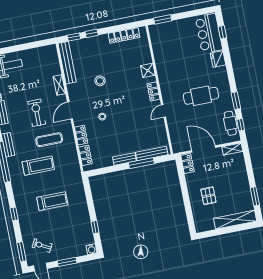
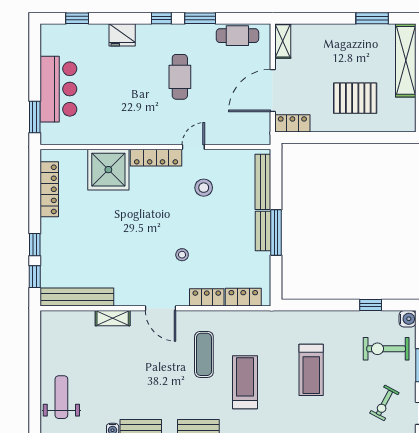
bar counter: (209, 33) -> (58, 89), moved, turned -90
shower: (148, 70) -> (108, 170), width x1.86, depth x1.86
stool: (100, 81) -> (204, 188), moved
locker: (153, 91) -> (156, 158), width x1.53
cafe table: (201, 96) -> (180, 77), width x0.73, depth x0.74
door: (163, 111) -> (193, 147), swing flipped
exercise bike: (37, 113) -> (386, 349), moved
window: (241, 125) -> (161, 18), moved
window: (141, 163) -> (276, 232), moved
pallet: (208, 196) -> (355, 98), width x1.50, depth x1.42
treadmill: (52, 201) -> (311, 370), turned 180

